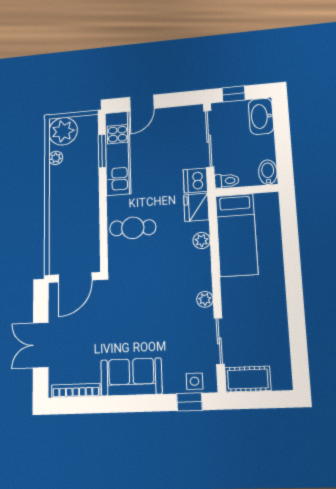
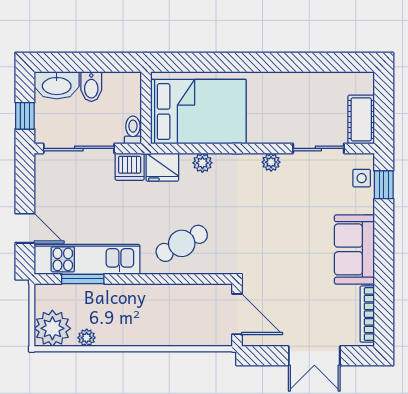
bidet: (268, 172) -> (91, 87), moved, turned -90
cafe table: (133, 228) -> (182, 243), turned 60
bed: (237, 235) -> (198, 112), width x1.50

